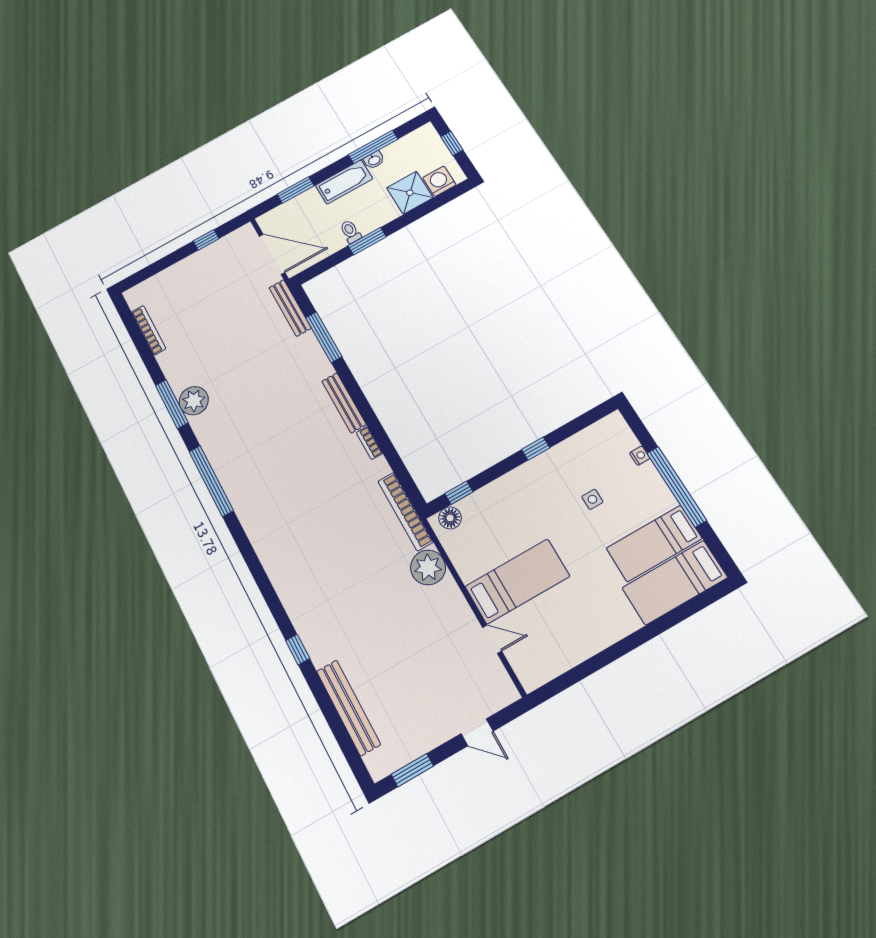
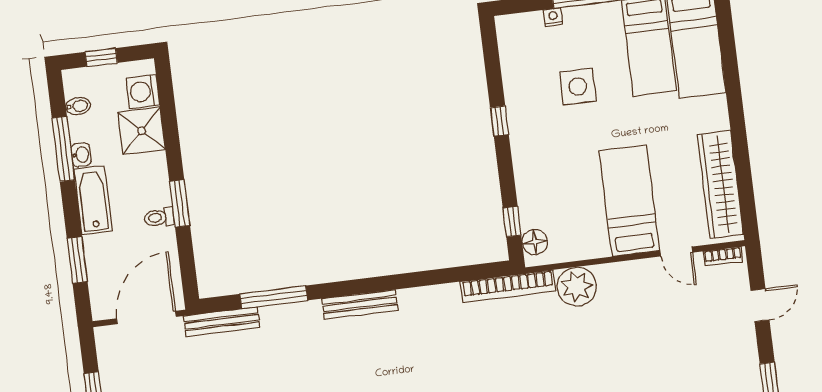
bidet: (409, 143) -> (78, 106), added
bookcase: (369, 443) -> (723, 256), moved
side table: (592, 499) -> (578, 87), width x1.87, depth x1.87
door: (492, 639) -> (676, 252), swing flipped
wardrobe: (565, 654) -> (720, 185), added

